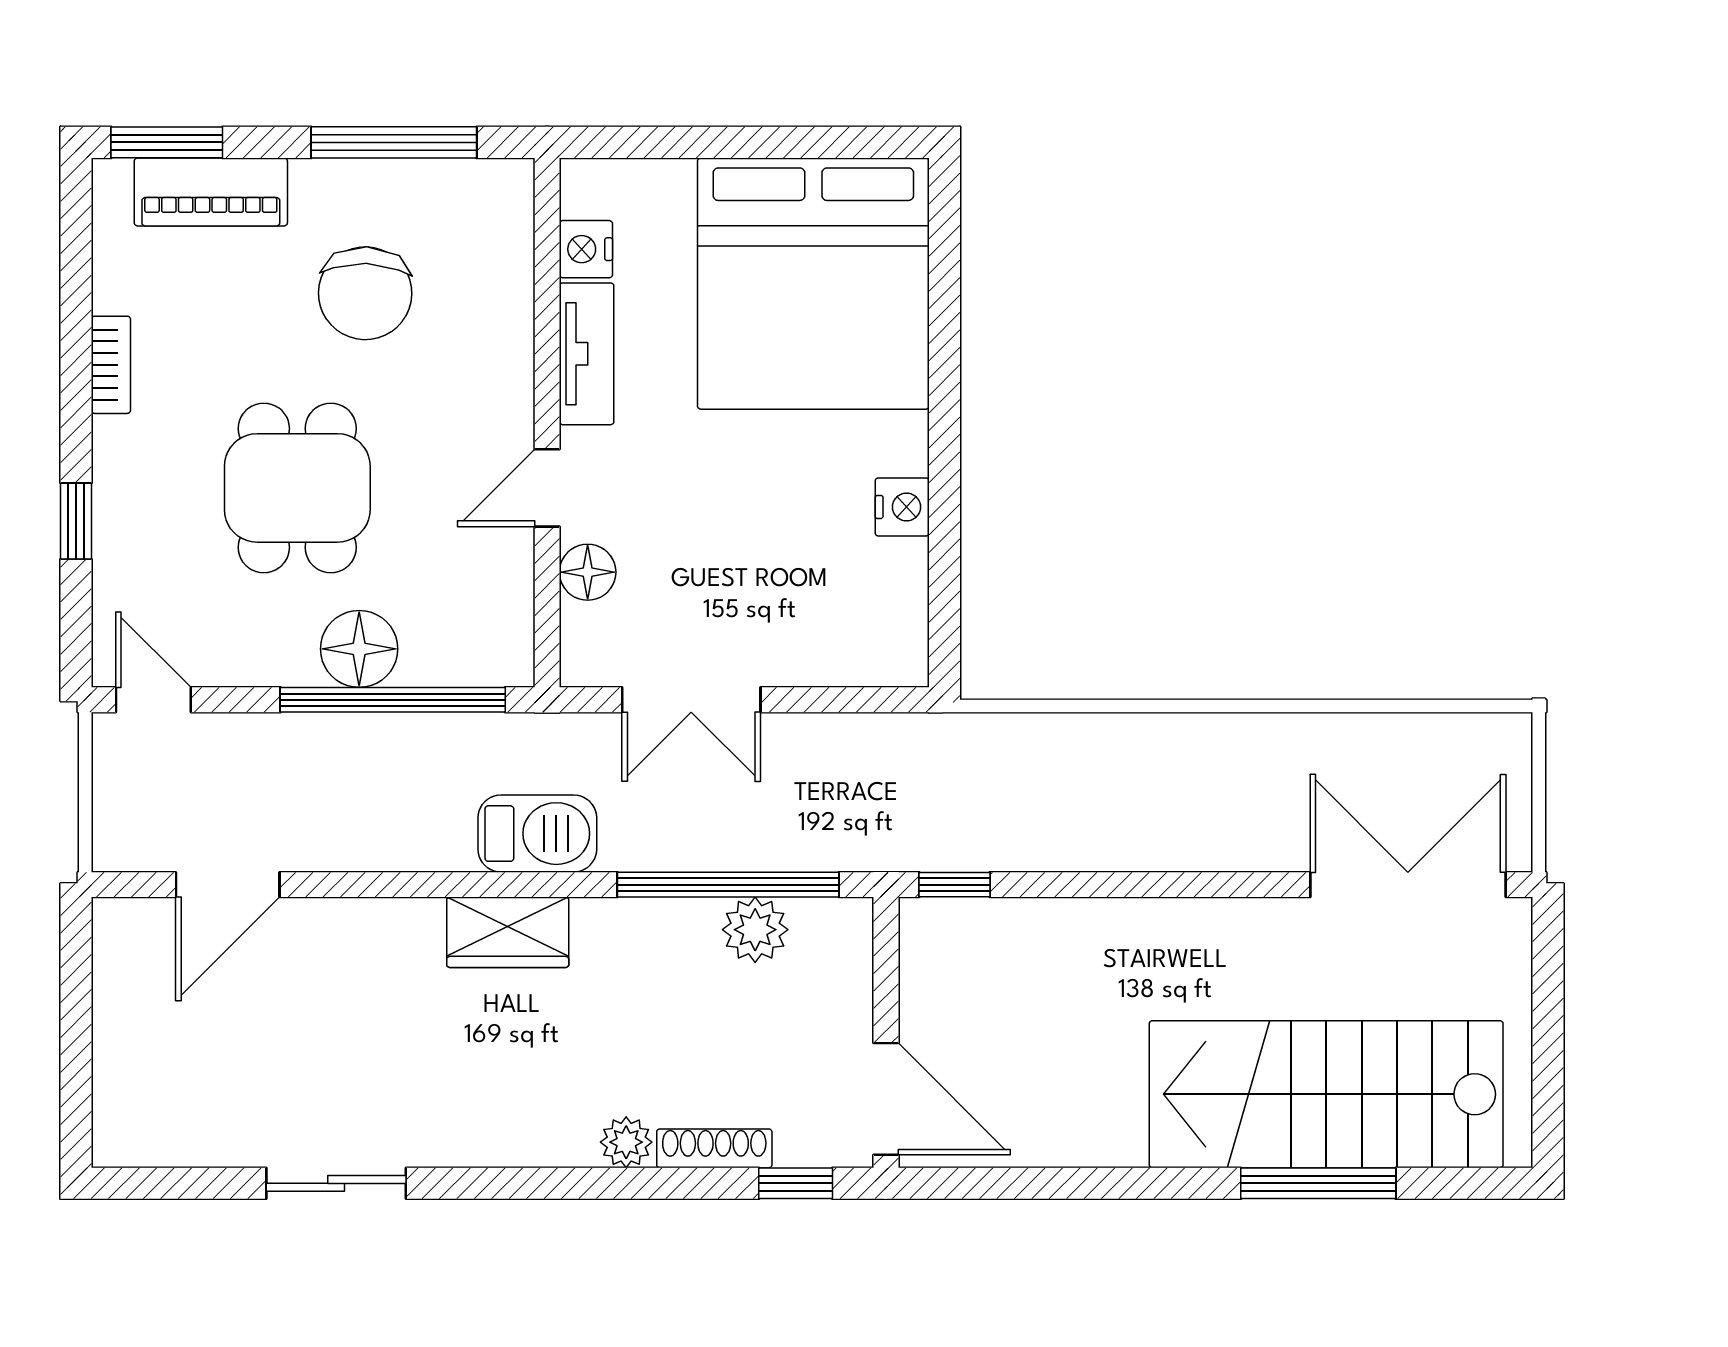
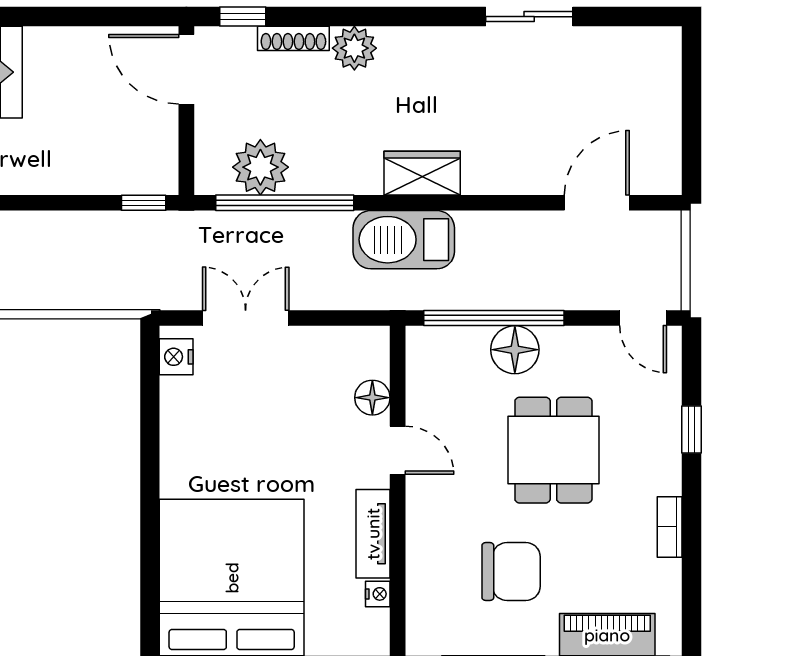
nightstand: (586, 249) -> (378, 594), width x0.72, depth x0.74
chair: (365, 293) -> (511, 572), turned 88
door: (547, 488) -> (398, 450), hinge flipped
nightstand: (902, 507) -> (176, 357), moved
double door: (691, 700) -> (246, 318), moved
barbecue: (537, 834) -> (404, 240), width x1.37, depth x1.21
plant: (755, 930) -> (260, 167), width x1.36, depth x1.36
plant: (626, 1142) -> (354, 48), width x1.38, depth x1.38

